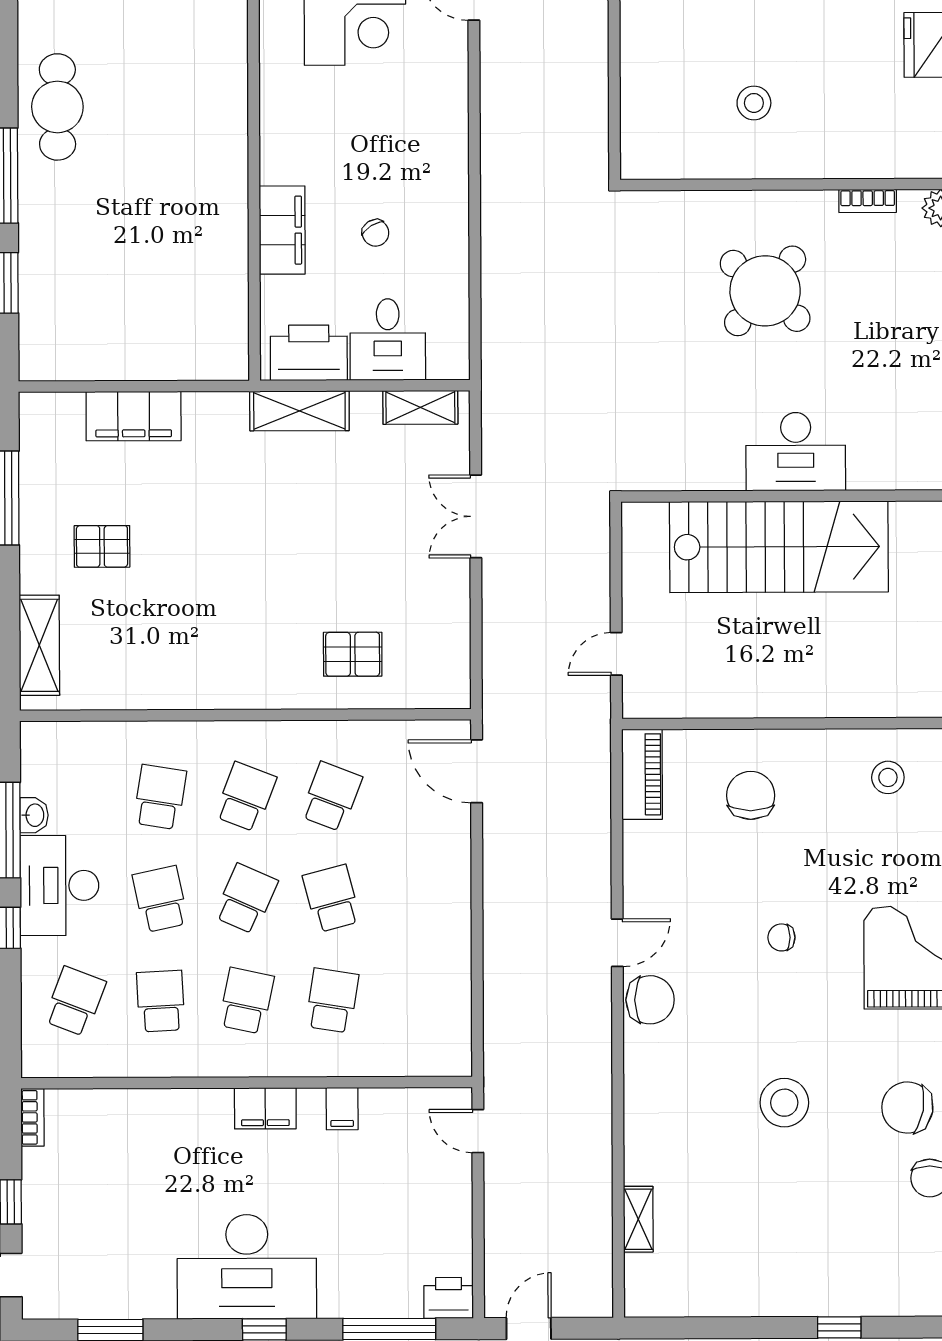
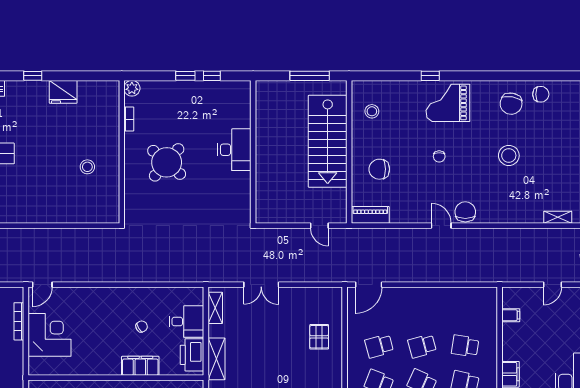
stairs: (779, 547) -> (328, 141), moved, turned 180
school desk: (331, 797) -> (379, 346), turned -36
filing cabinet: (342, 1109) -> (511, 315), moved
door: (478, 1131) -> (552, 285), moved

